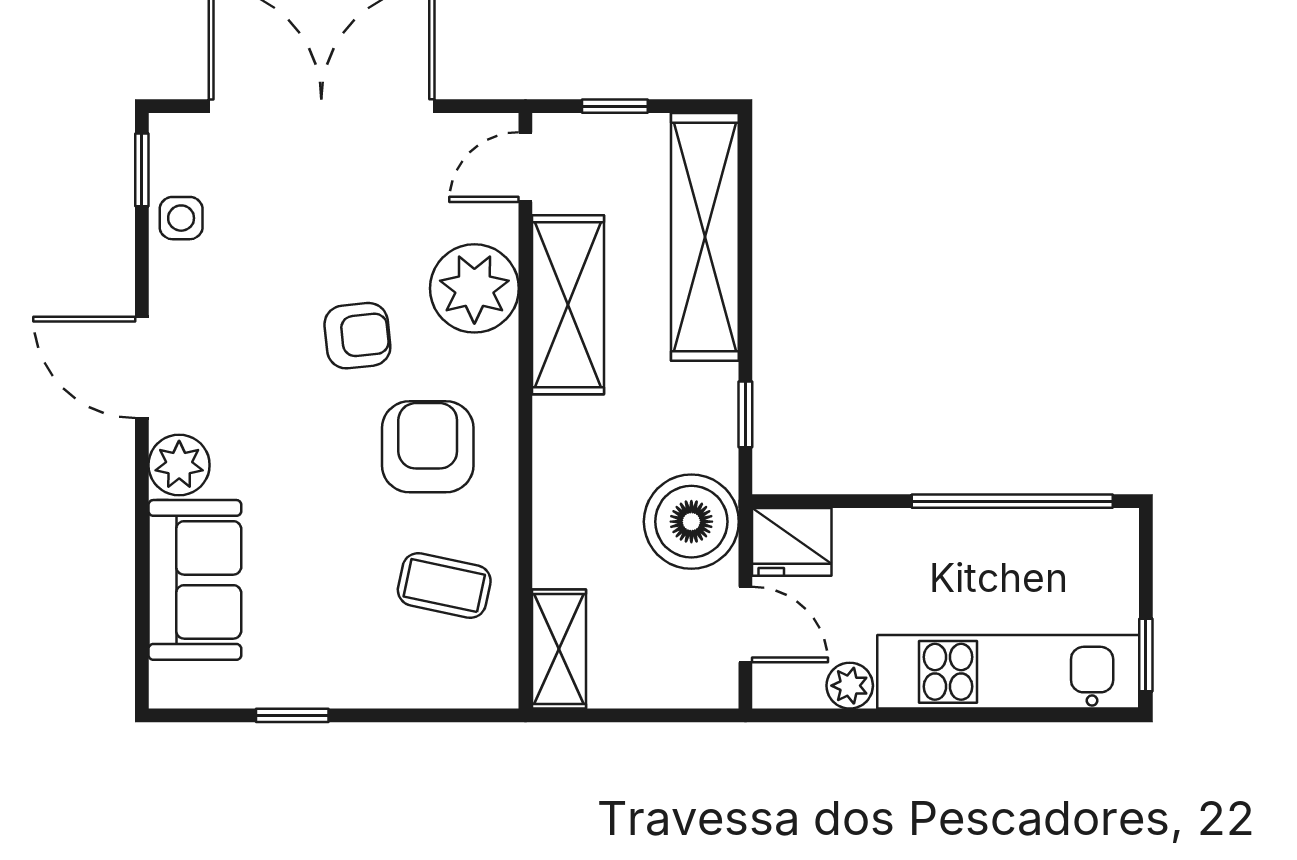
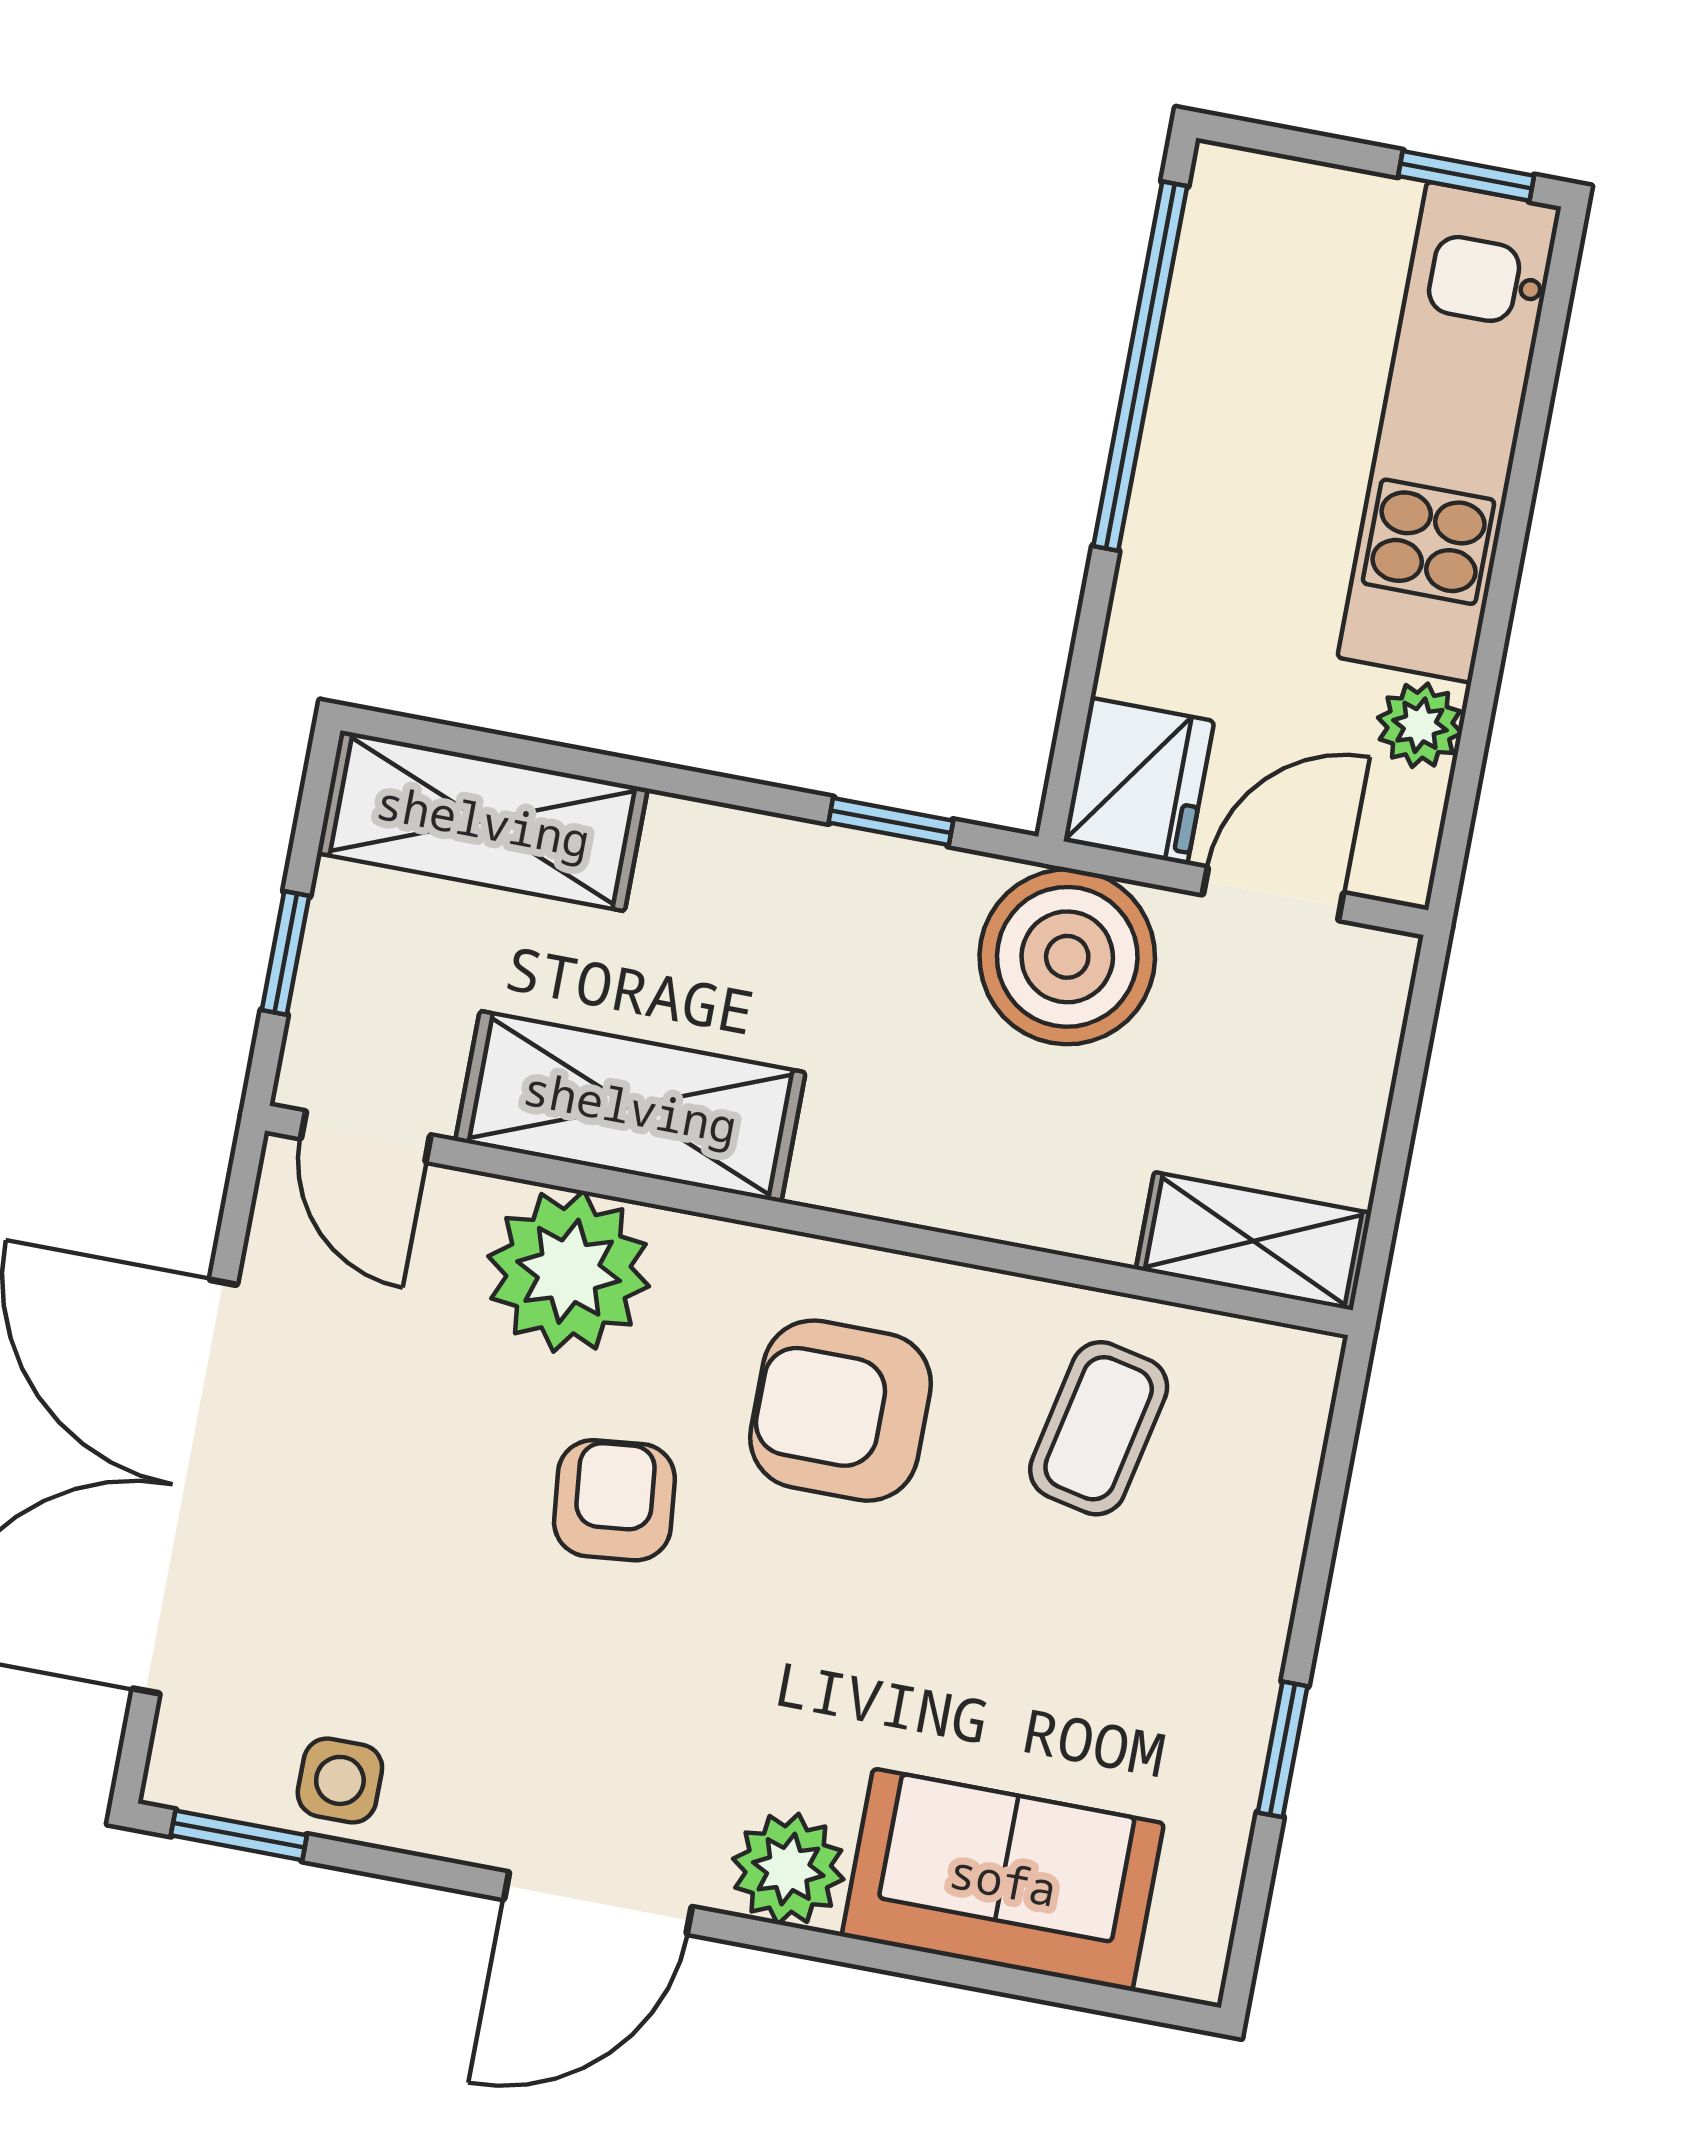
shelving: (705, 237) -> (483, 821), width x0.68

